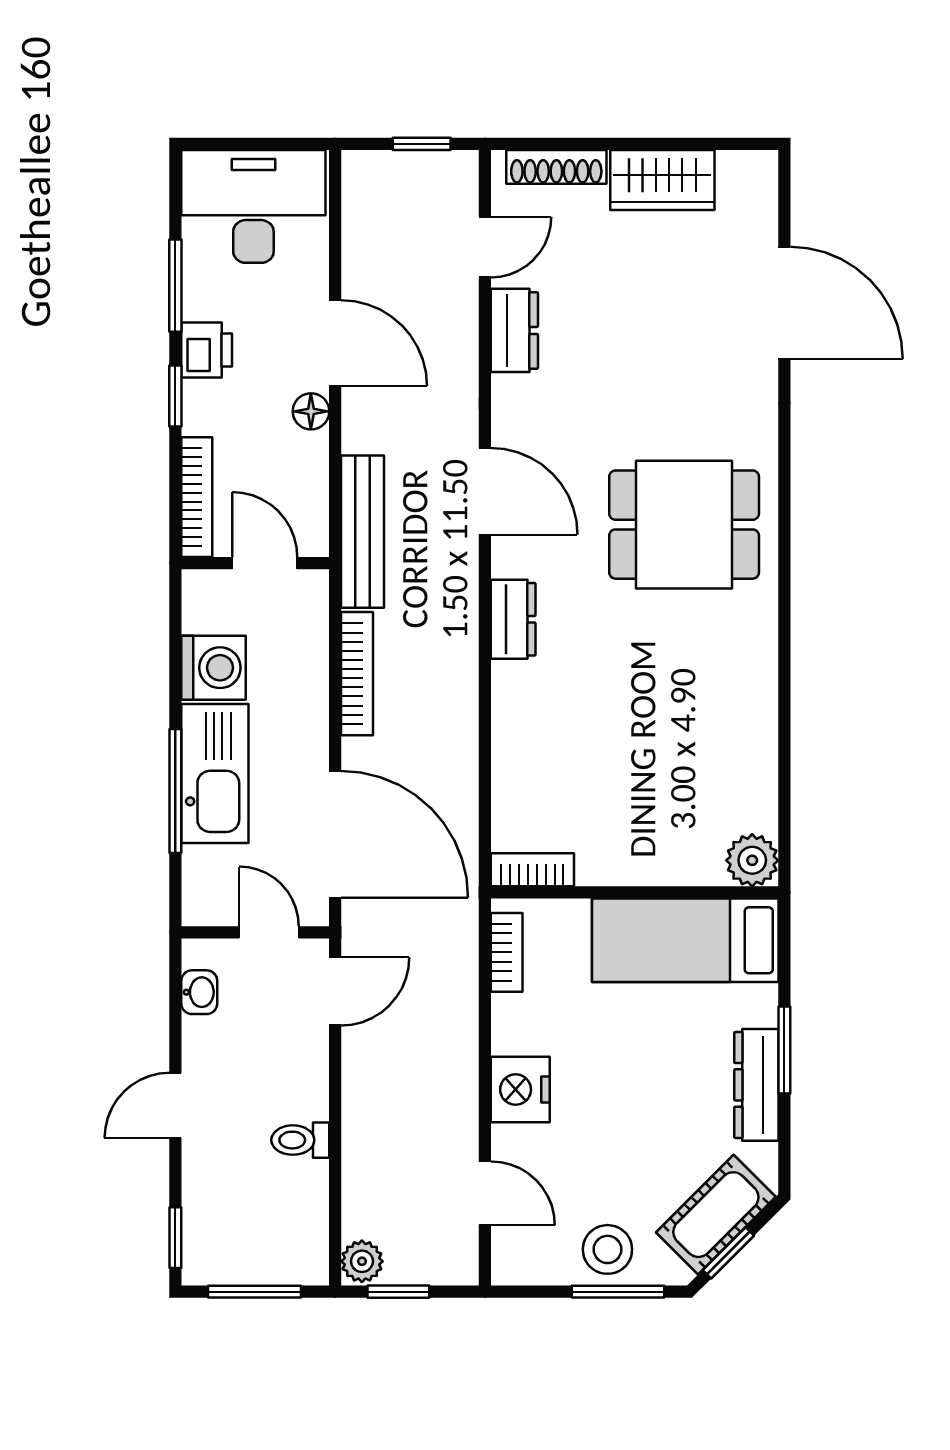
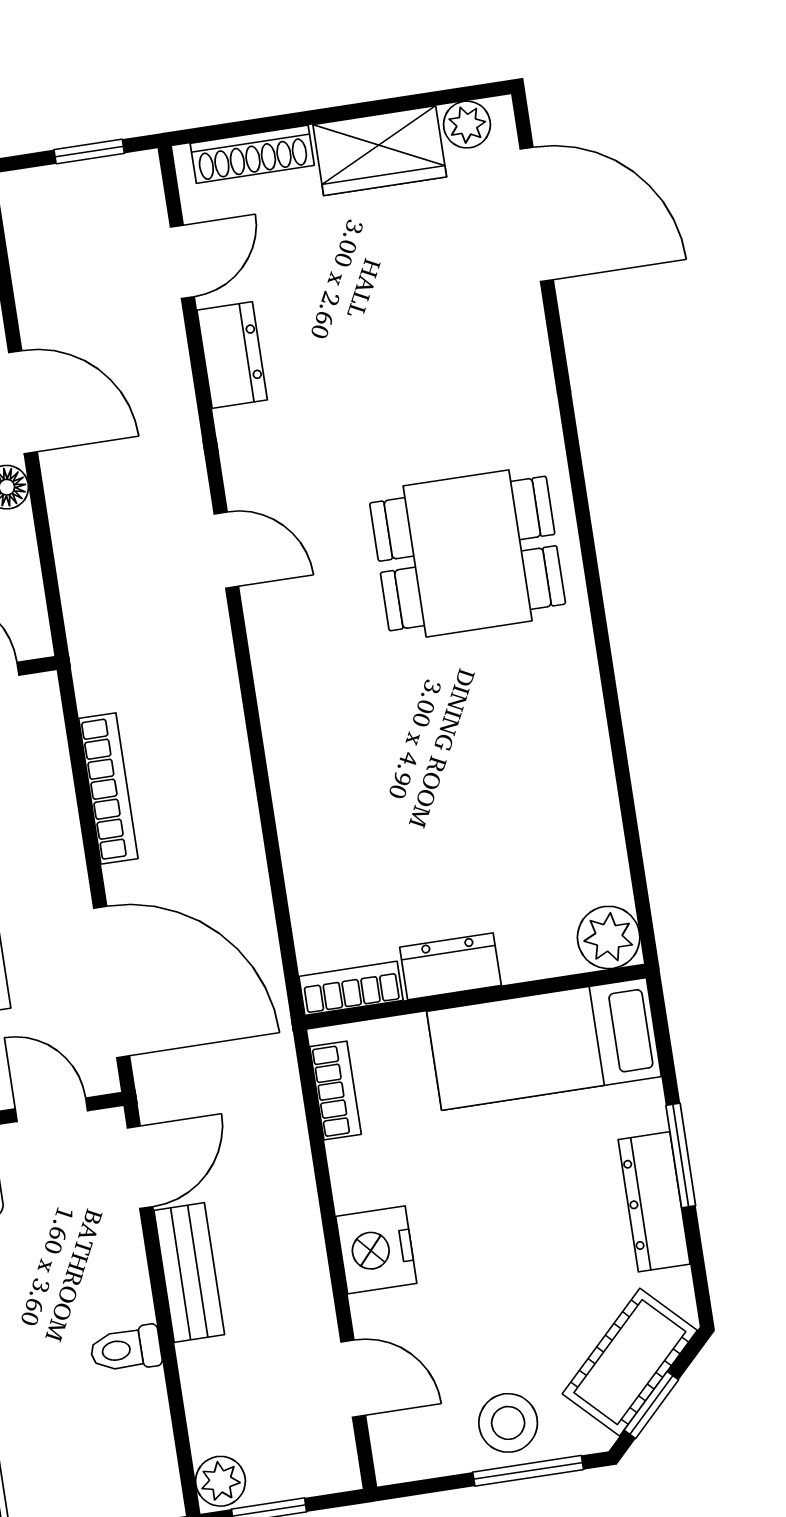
plant: (738, 169) -> (467, 125), added
door: (784, 303) -> (537, 214), moved
door: (485, 491) -> (226, 550), width x0.73
bench: (363, 532) -> (189, 1273), moved, width x0.73
dresser: (513, 619) -> (450, 966), moved, turned -90

